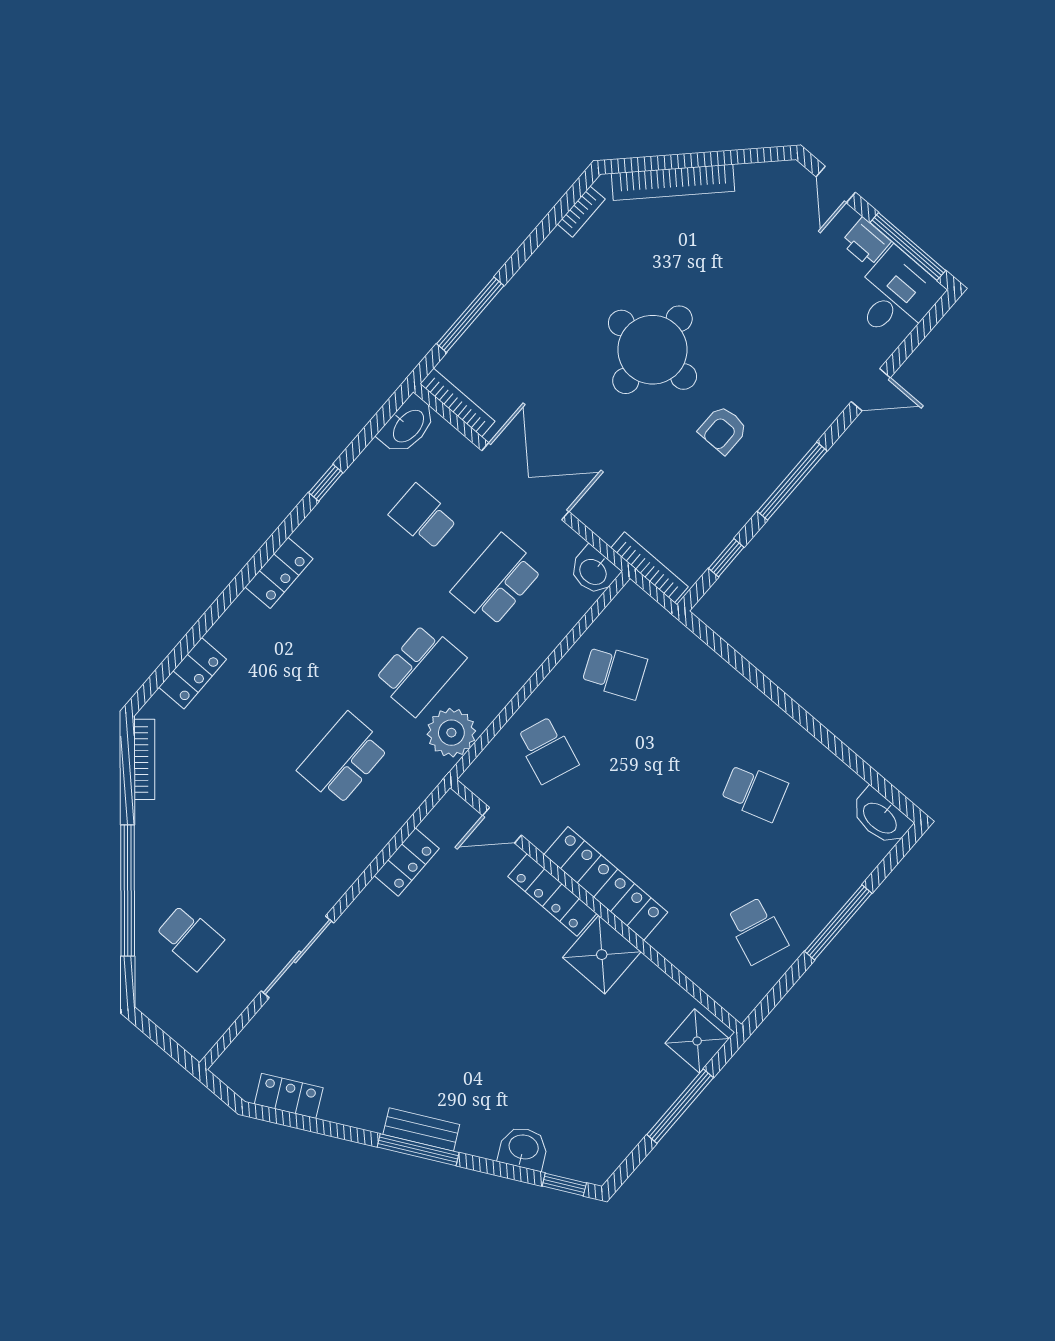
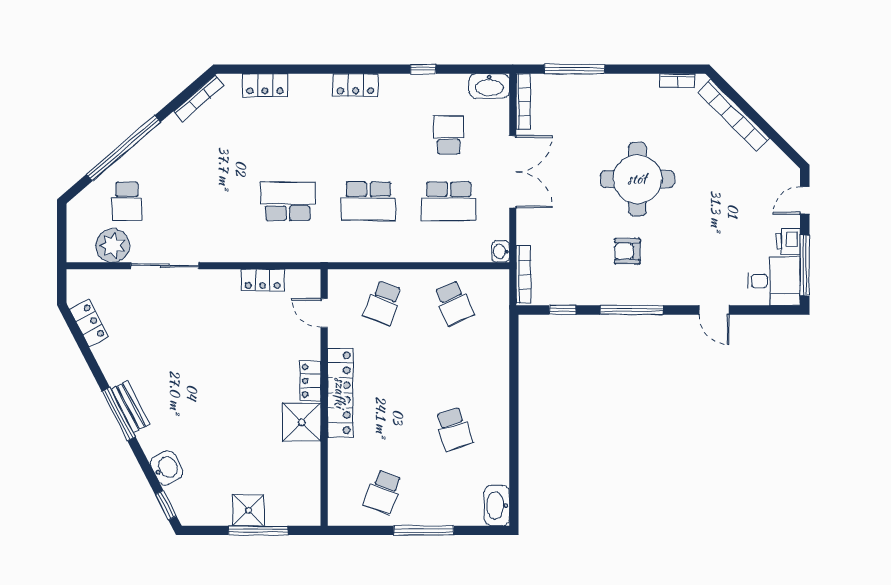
washbasin: (594, 571) -> (501, 251), width x0.72, depth x0.69
school desk: (497, 580) -> (449, 201), turned 180
plant: (451, 733) -> (113, 246), moved
locker: (552, 895) -> (310, 381), width x0.66
shower: (697, 1041) -> (248, 510), moved

